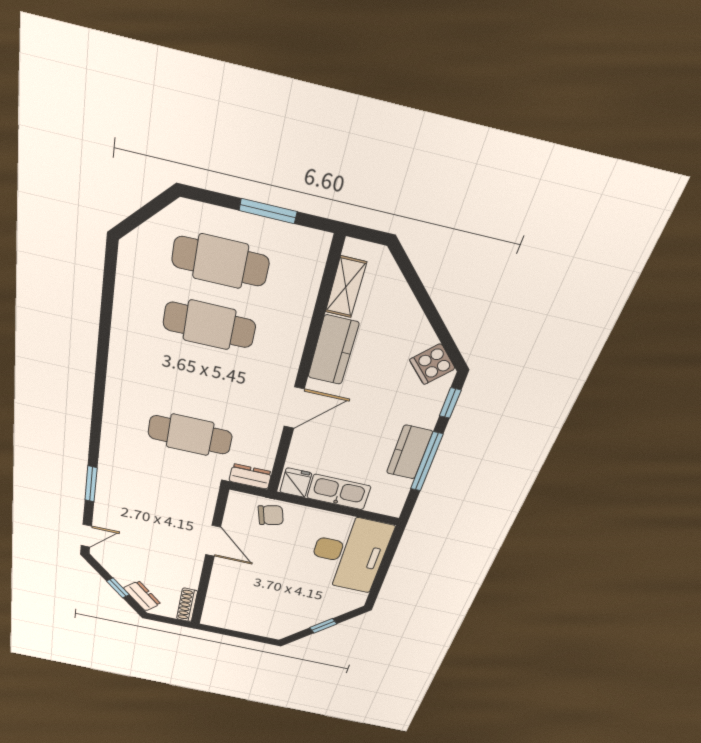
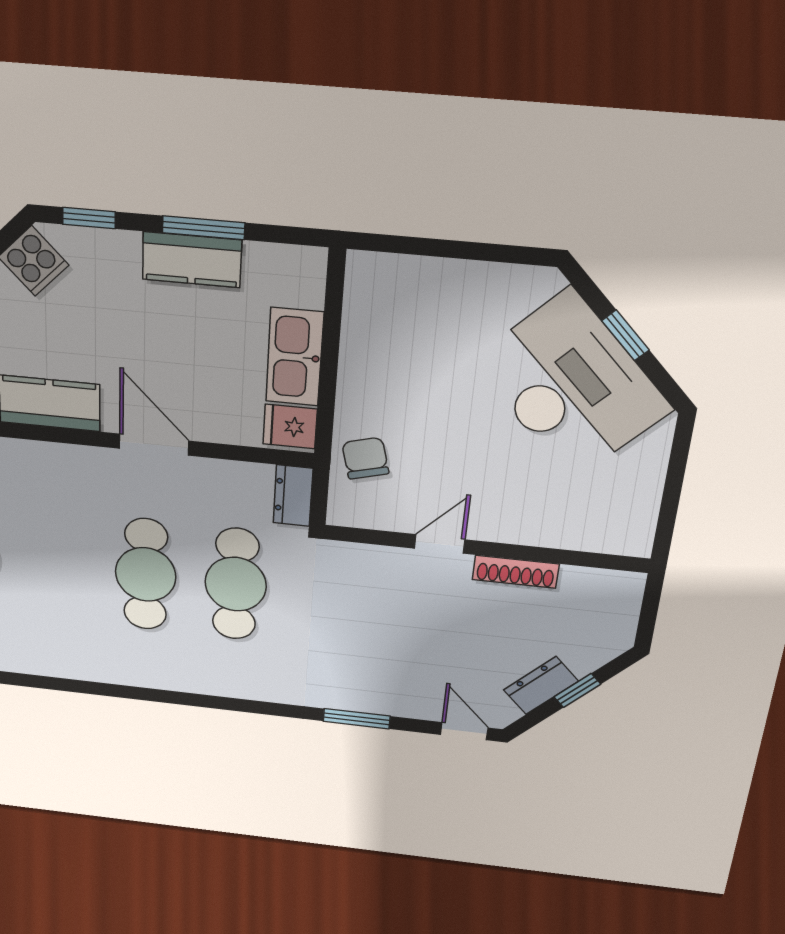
cafe table: (209, 325) -> (146, 574), moved
window: (427, 462) -> (203, 228), width x0.69
door: (213, 541) -> (440, 544), width x0.73
desk: (349, 553) -> (571, 386), moved, turned 45
dresser: (142, 596) -> (541, 686), moved
shoe rack: (187, 605) -> (516, 572), moved

